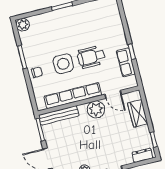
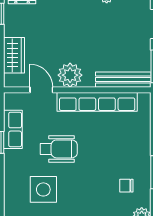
side table: (63, 64) -> (43, 189), moved
chair: (37, 72) -> (126, 186), moved

